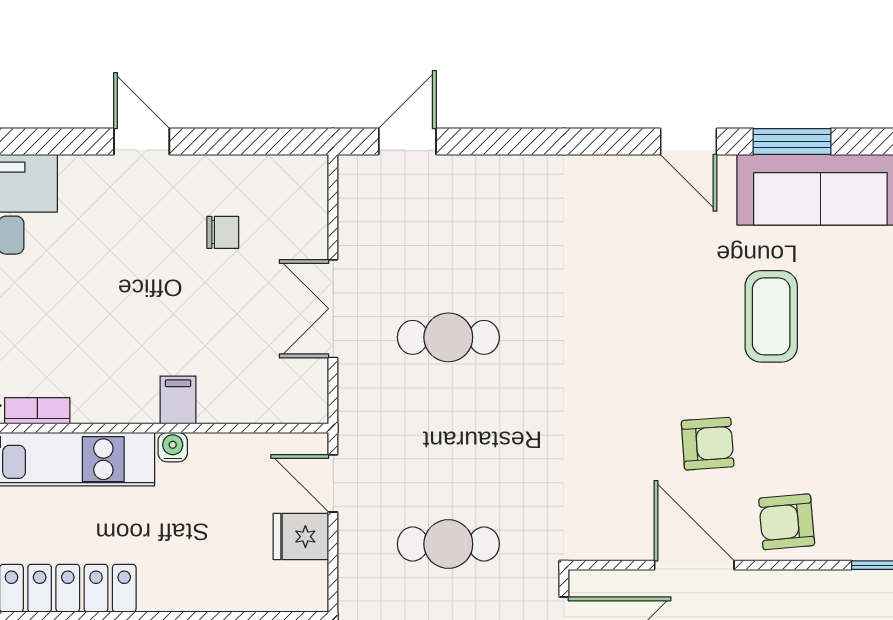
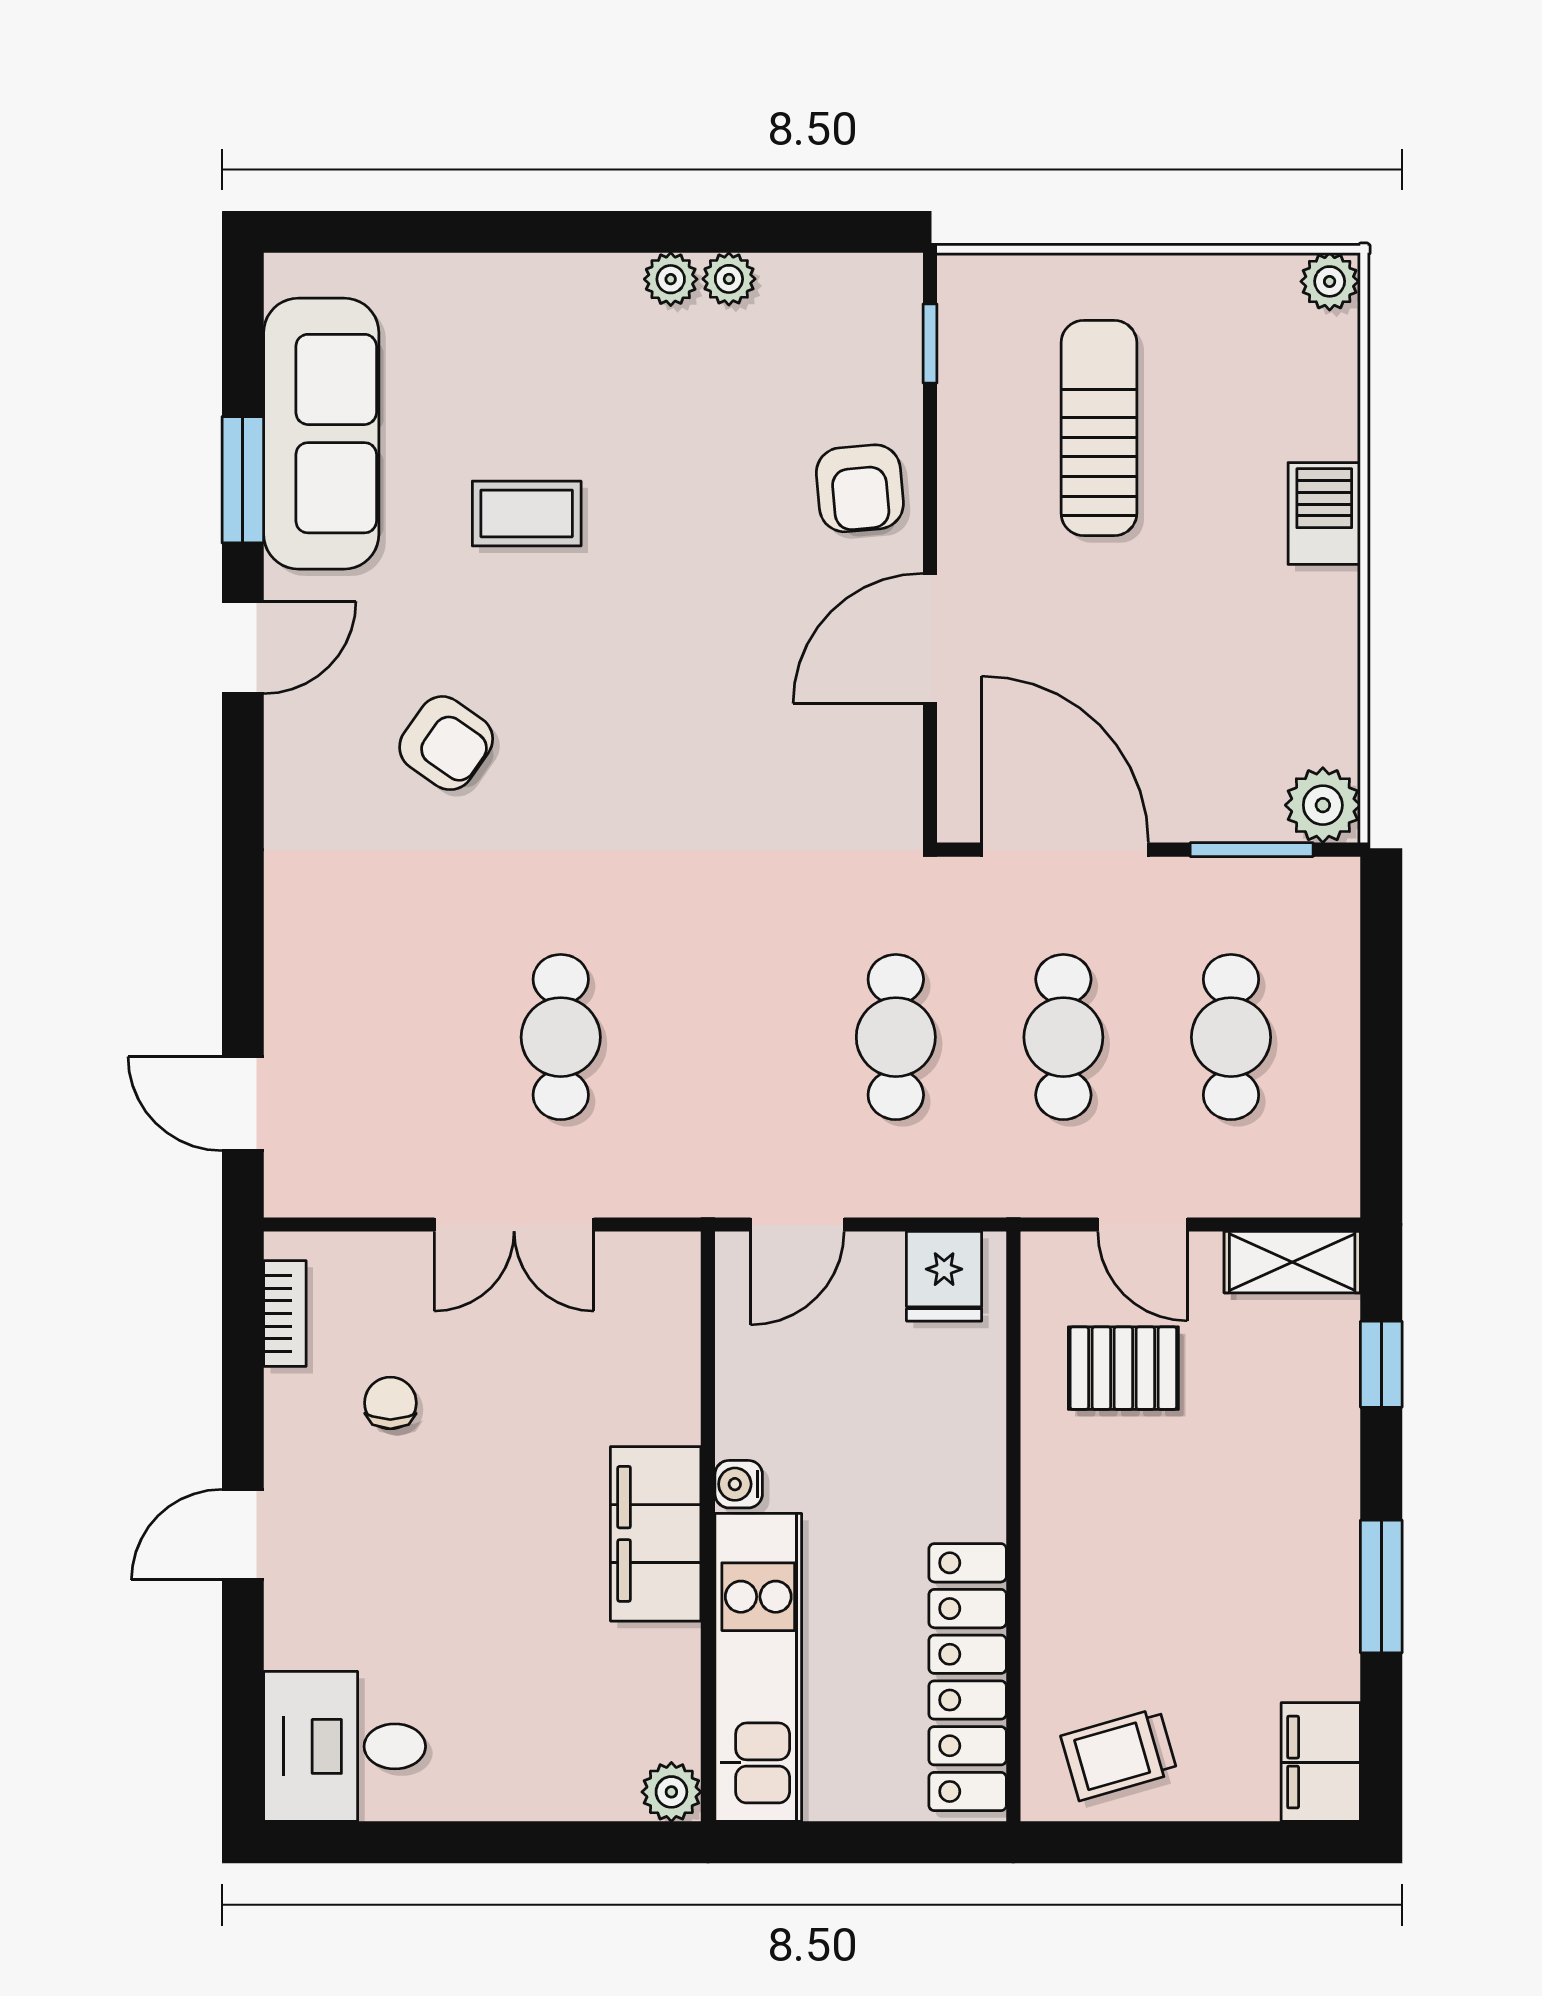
coffee table: (771, 316) -> (527, 513), width x0.73, depth x0.77
filing cabinet: (178, 400) -> (656, 1534), width x3.00, depth x1.17
bookcase: (37, 411) -> (285, 1313), moved, turned 180
armchair: (708, 444) -> (446, 743), moved, turned 129
fridge: (301, 537) -> (944, 1276), moved

